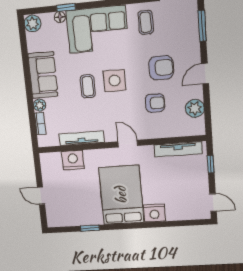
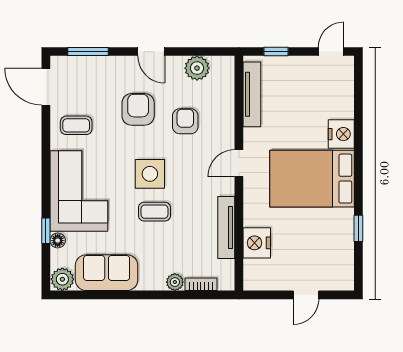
sofa: (43, 75) -> (107, 273), moved

